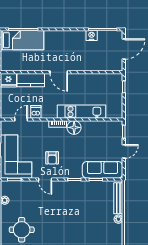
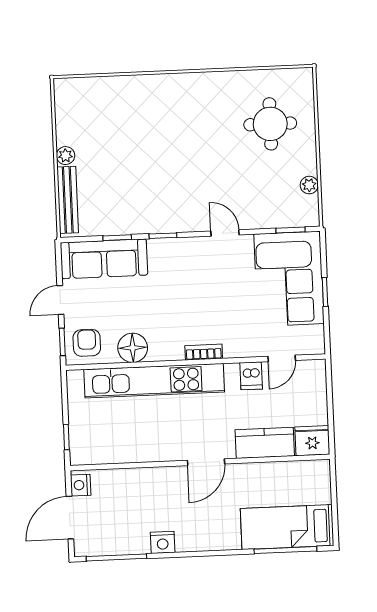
nightstand: (92, 36) -> (163, 542), moved
nightstand: (118, 64) -> (81, 485), added
door: (59, 72) -> (206, 462), swing flipped
kitchen unit: (82, 112) -> (154, 381), width x1.36
floor lamp: (74, 127) -> (133, 348), moved
armchair: (52, 158) -> (87, 343), moved

